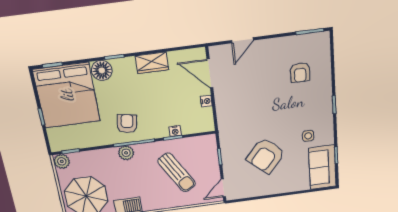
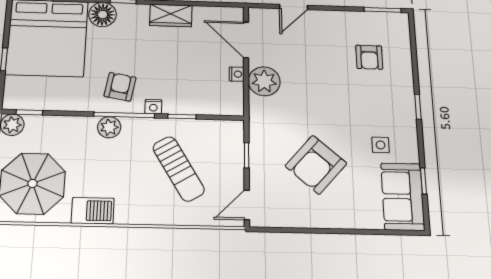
plant: (226, 103) -> (264, 81), added
nightstand: (175, 131) -> (153, 107), moved

